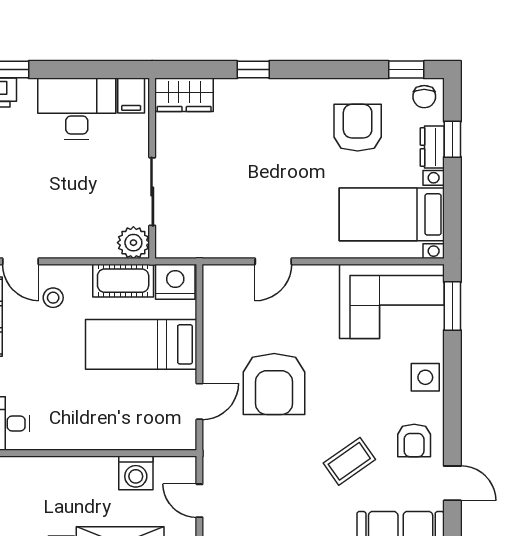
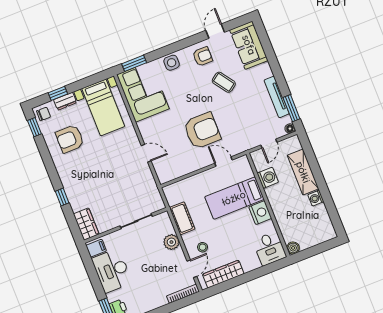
plant: (133, 243) -> (171, 242), moved
nightstand: (175, 282) -> (260, 213), moved, turned 180
bed: (141, 344) -> (234, 198), moved, turned 90

